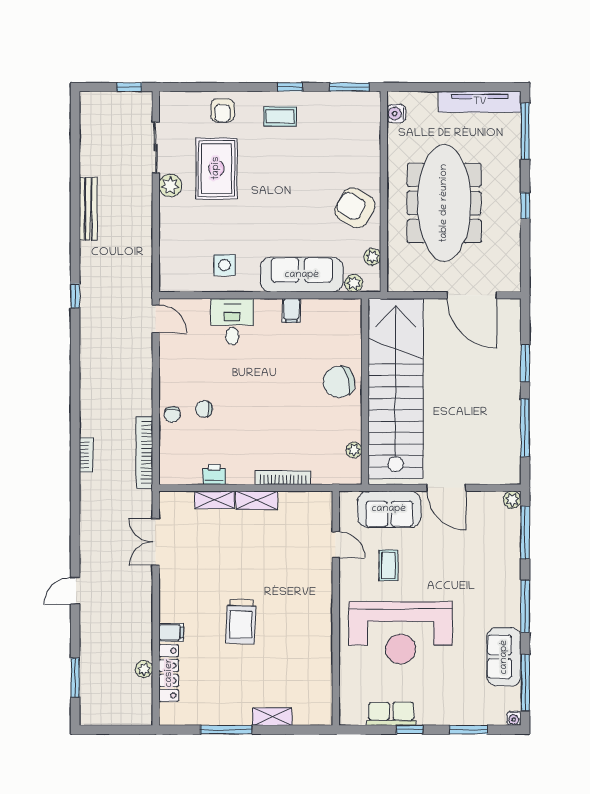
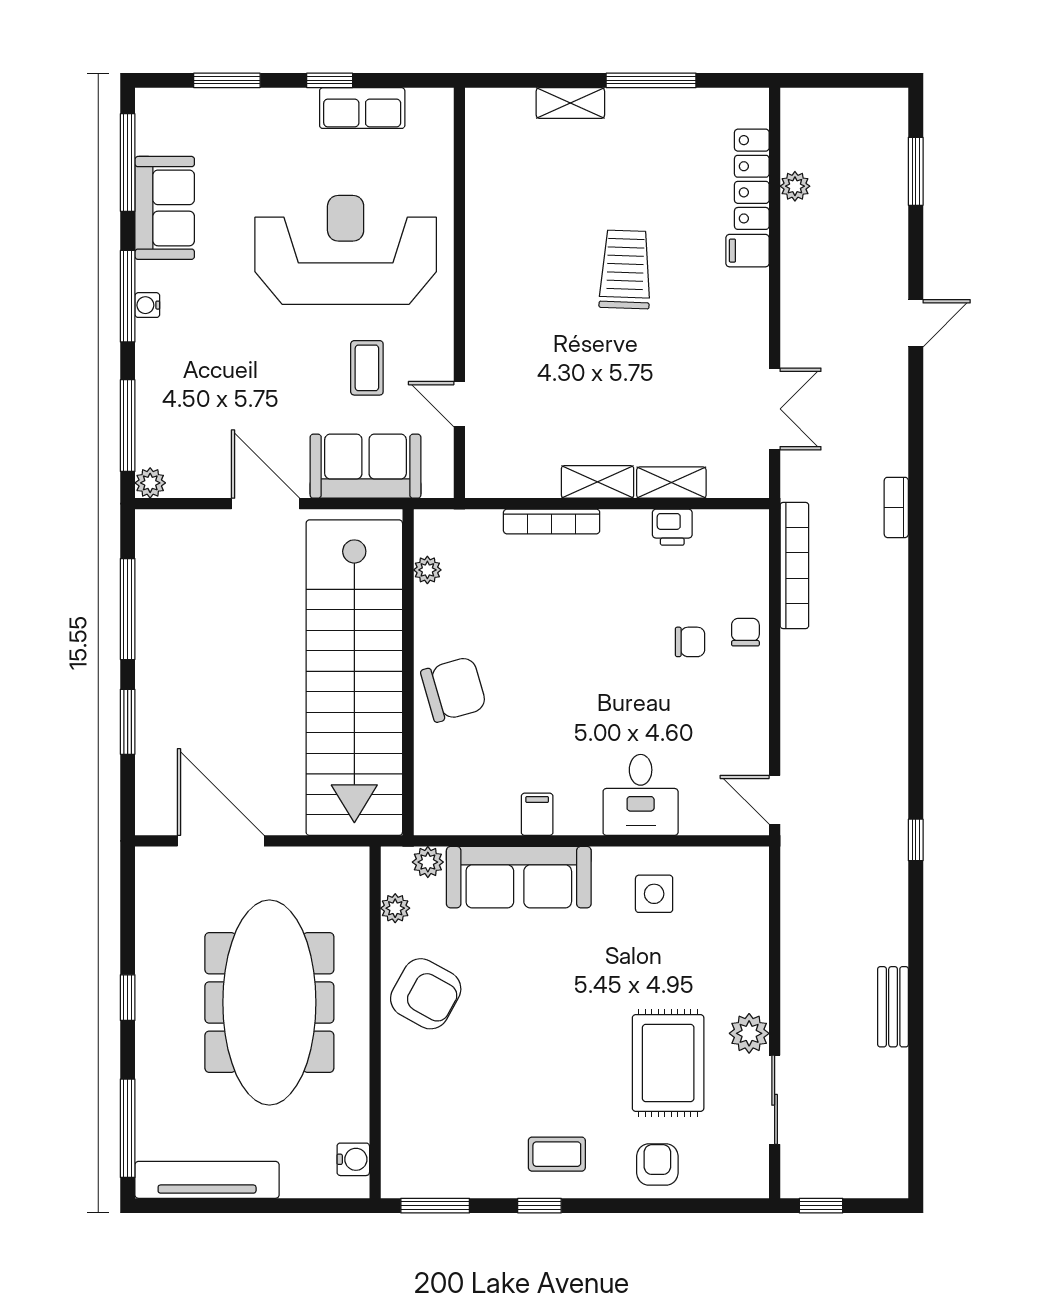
bench: (88, 209) -> (893, 1007), width x0.73
bookcase: (86, 455) -> (896, 507), moved
water cooler: (514, 718) -> (147, 305), moved, turned -90

